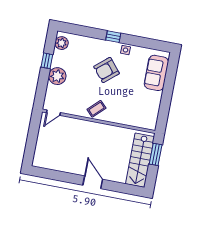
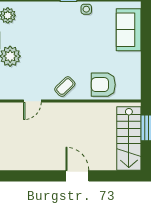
armchair: (107, 70) -> (103, 85), moved, turned 40
door: (53, 113) -> (32, 101), moved

